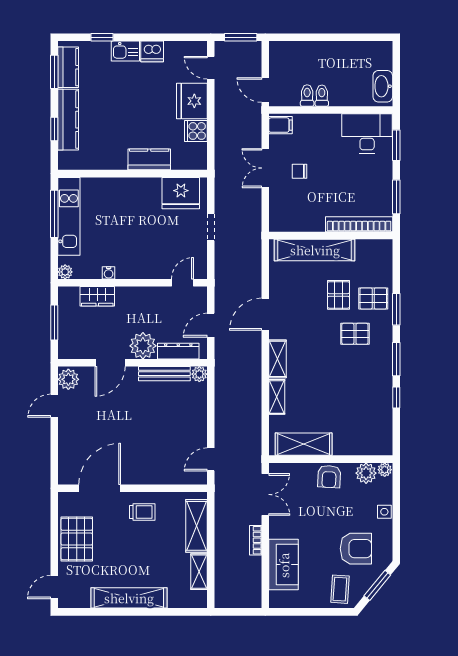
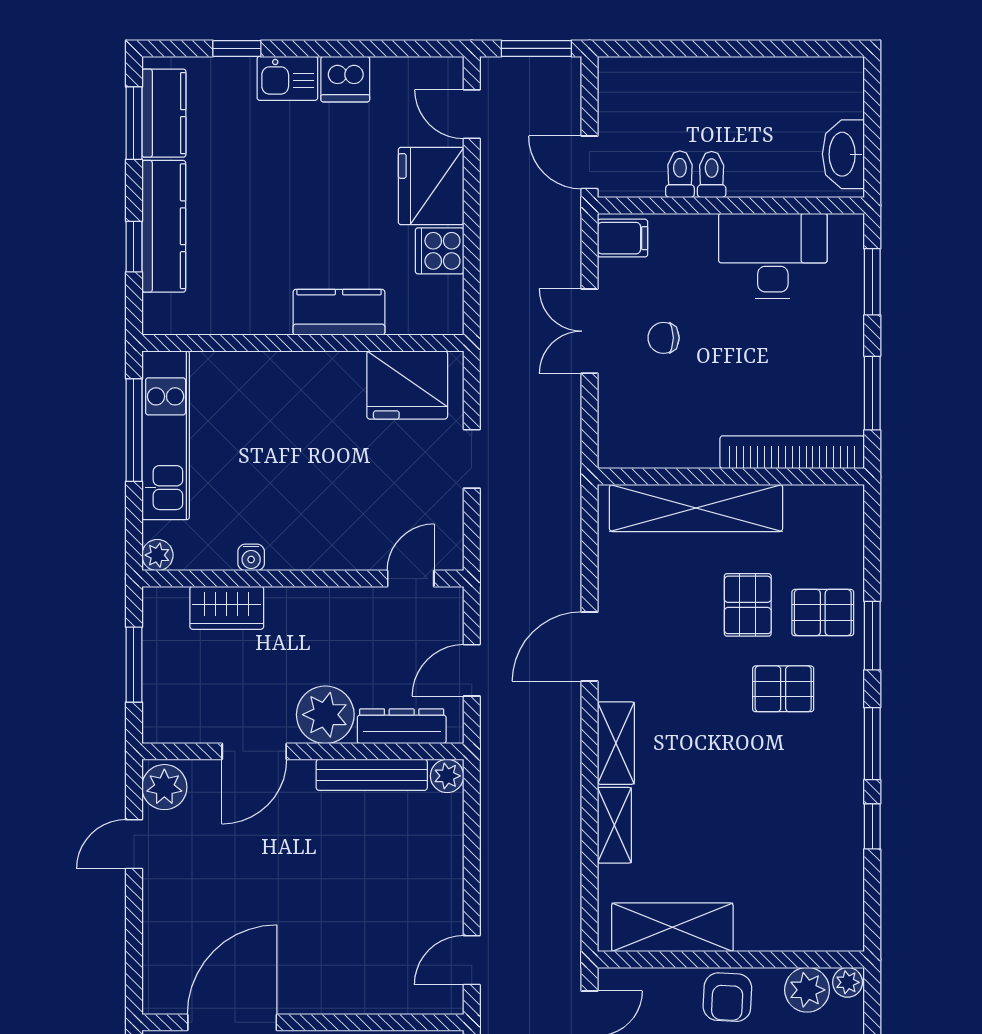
desk: (367, 133) -> (773, 256), moved

